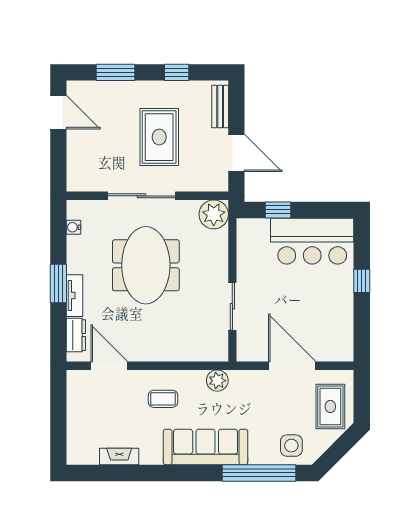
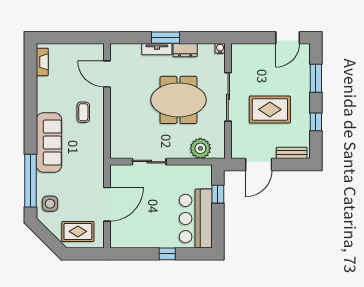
plant: (214, 214) -> (200, 148), moved
water cooler: (74, 227) -> (220, 48), moved
dresser: (76, 335) -> (185, 50), moved
door: (109, 366) -> (107, 74), swing flipped
plant: (217, 381) -> (96, 151), removed
fireplace: (119, 457) -> (42, 62), moved

